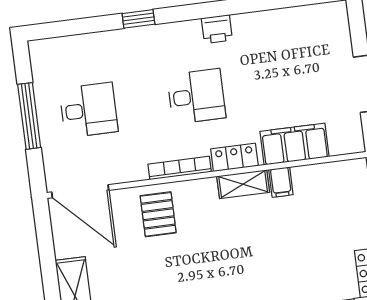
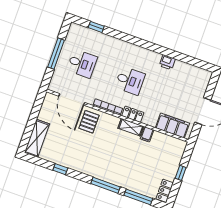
window: (138, 19) -> (96, 27), moved
printer: (217, 29) -> (167, 62), moved
filing cabinet: (295, 144) -> (172, 126), moved
door: (80, 191) -> (72, 99), moved

